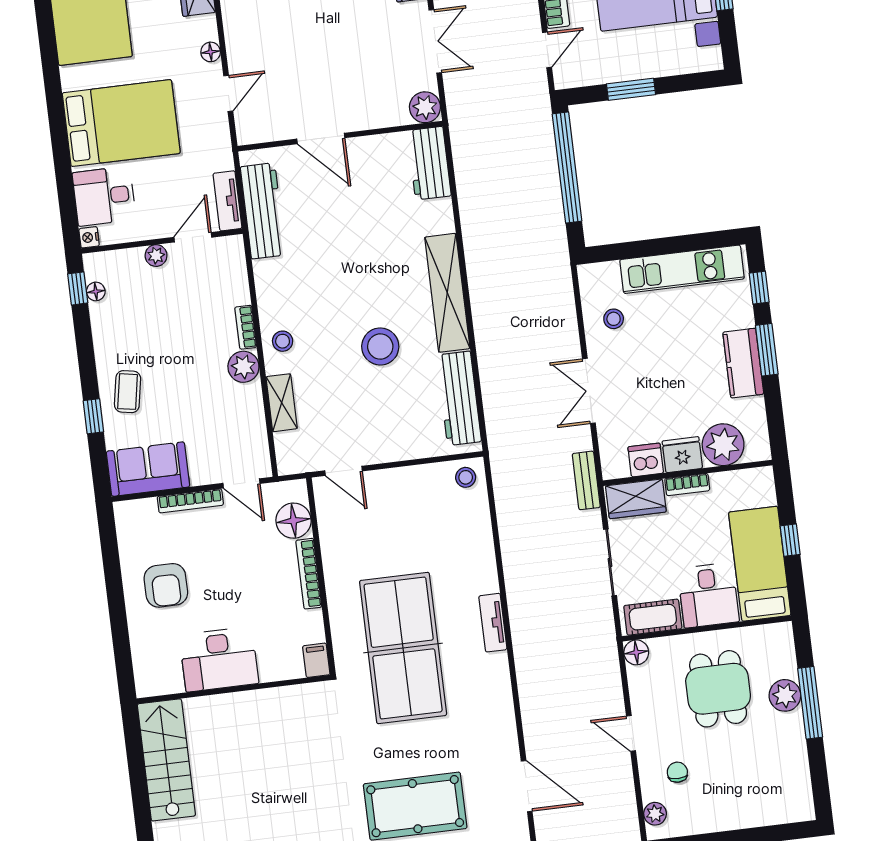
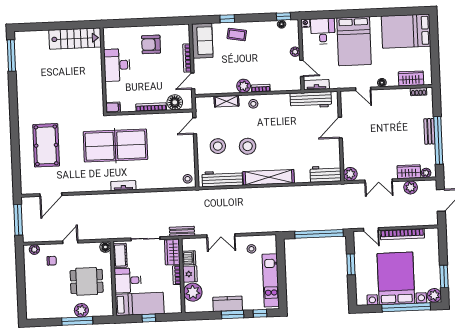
double door: (589, 391) -> (221, 236), swing flipped
stool: (385, 414) -> (218, 146), added

